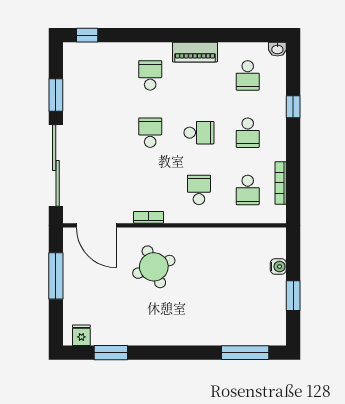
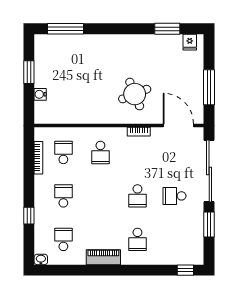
school desk: (199, 133) -> (175, 196), moved

